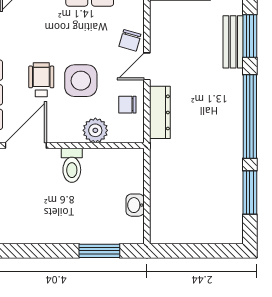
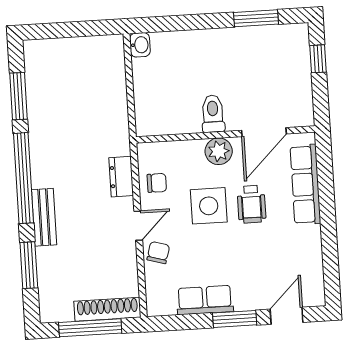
bench: (233, 42) -> (44, 217), moved
dresser: (160, 112) -> (121, 177), width x0.70
plant: (95, 130) -> (219, 151), moved
washbasin: (135, 205) -> (140, 45), moved
window: (99, 251) -> (256, 18), moved

